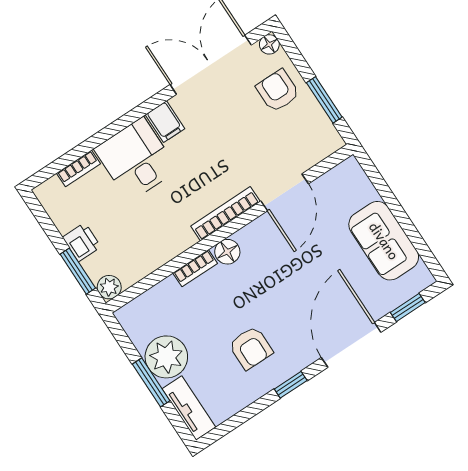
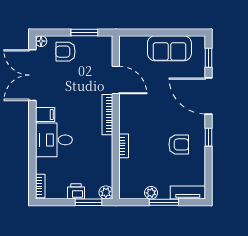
bookcase: (78, 169) -> (40, 186), moved
floor lamp: (227, 252) -> (126, 126), removed
plant: (166, 357) -> (151, 193), width x0.53, depth x0.53

